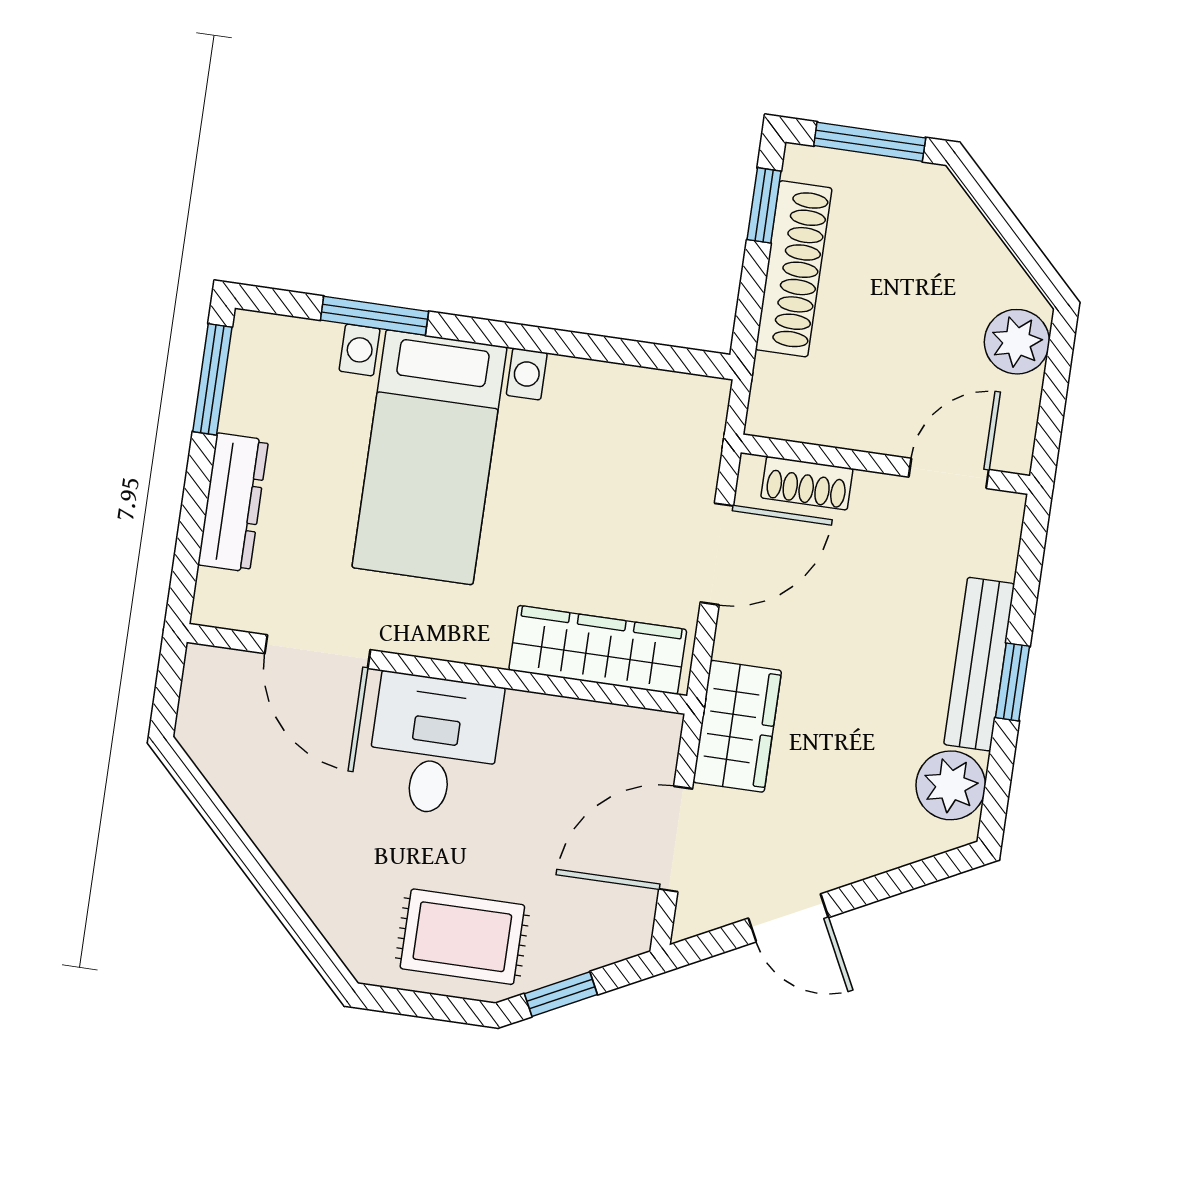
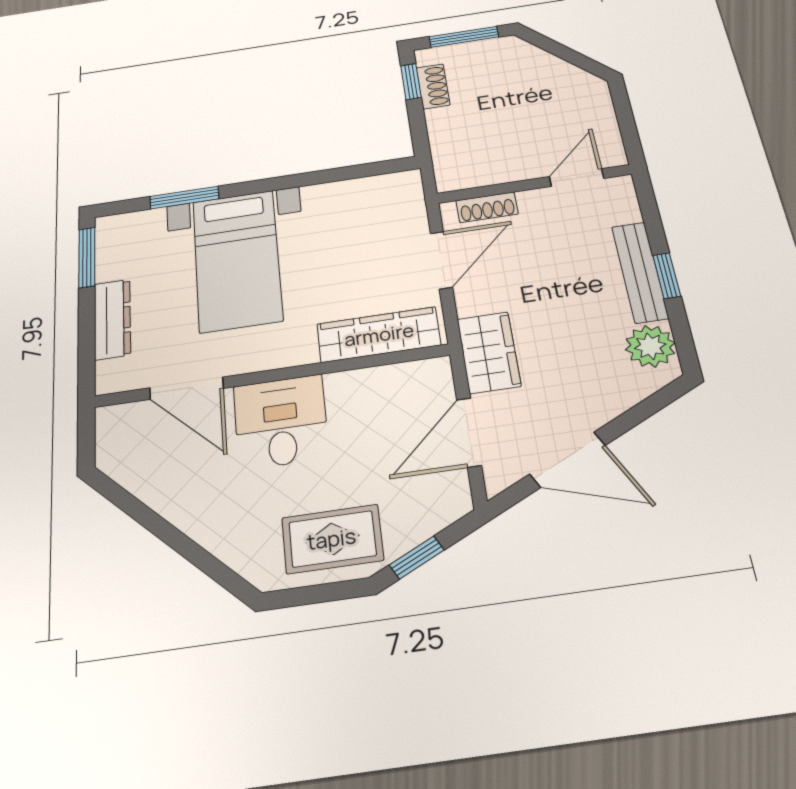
shoe rack: (794, 269) -> (433, 86), width x0.51, depth x0.81
plant: (1017, 342) -> (592, 102), removed
door: (788, 918) -> (567, 460), width x1.38

